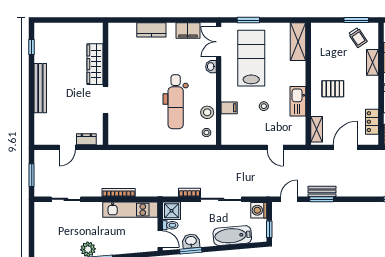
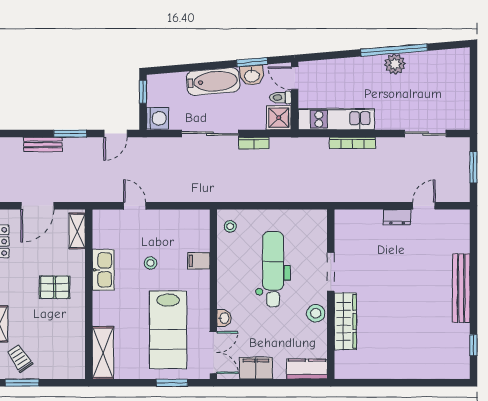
wardrobe: (95, 64) -> (345, 321), moved
wall: (106, 84) -> (331, 294), moved
doorway: (106, 100) -> (331, 272), moved
stool: (207, 112) -> (316, 313), moved
bench: (322, 191) -> (43, 144), moved
bathtub: (232, 236) -> (213, 82), moved

